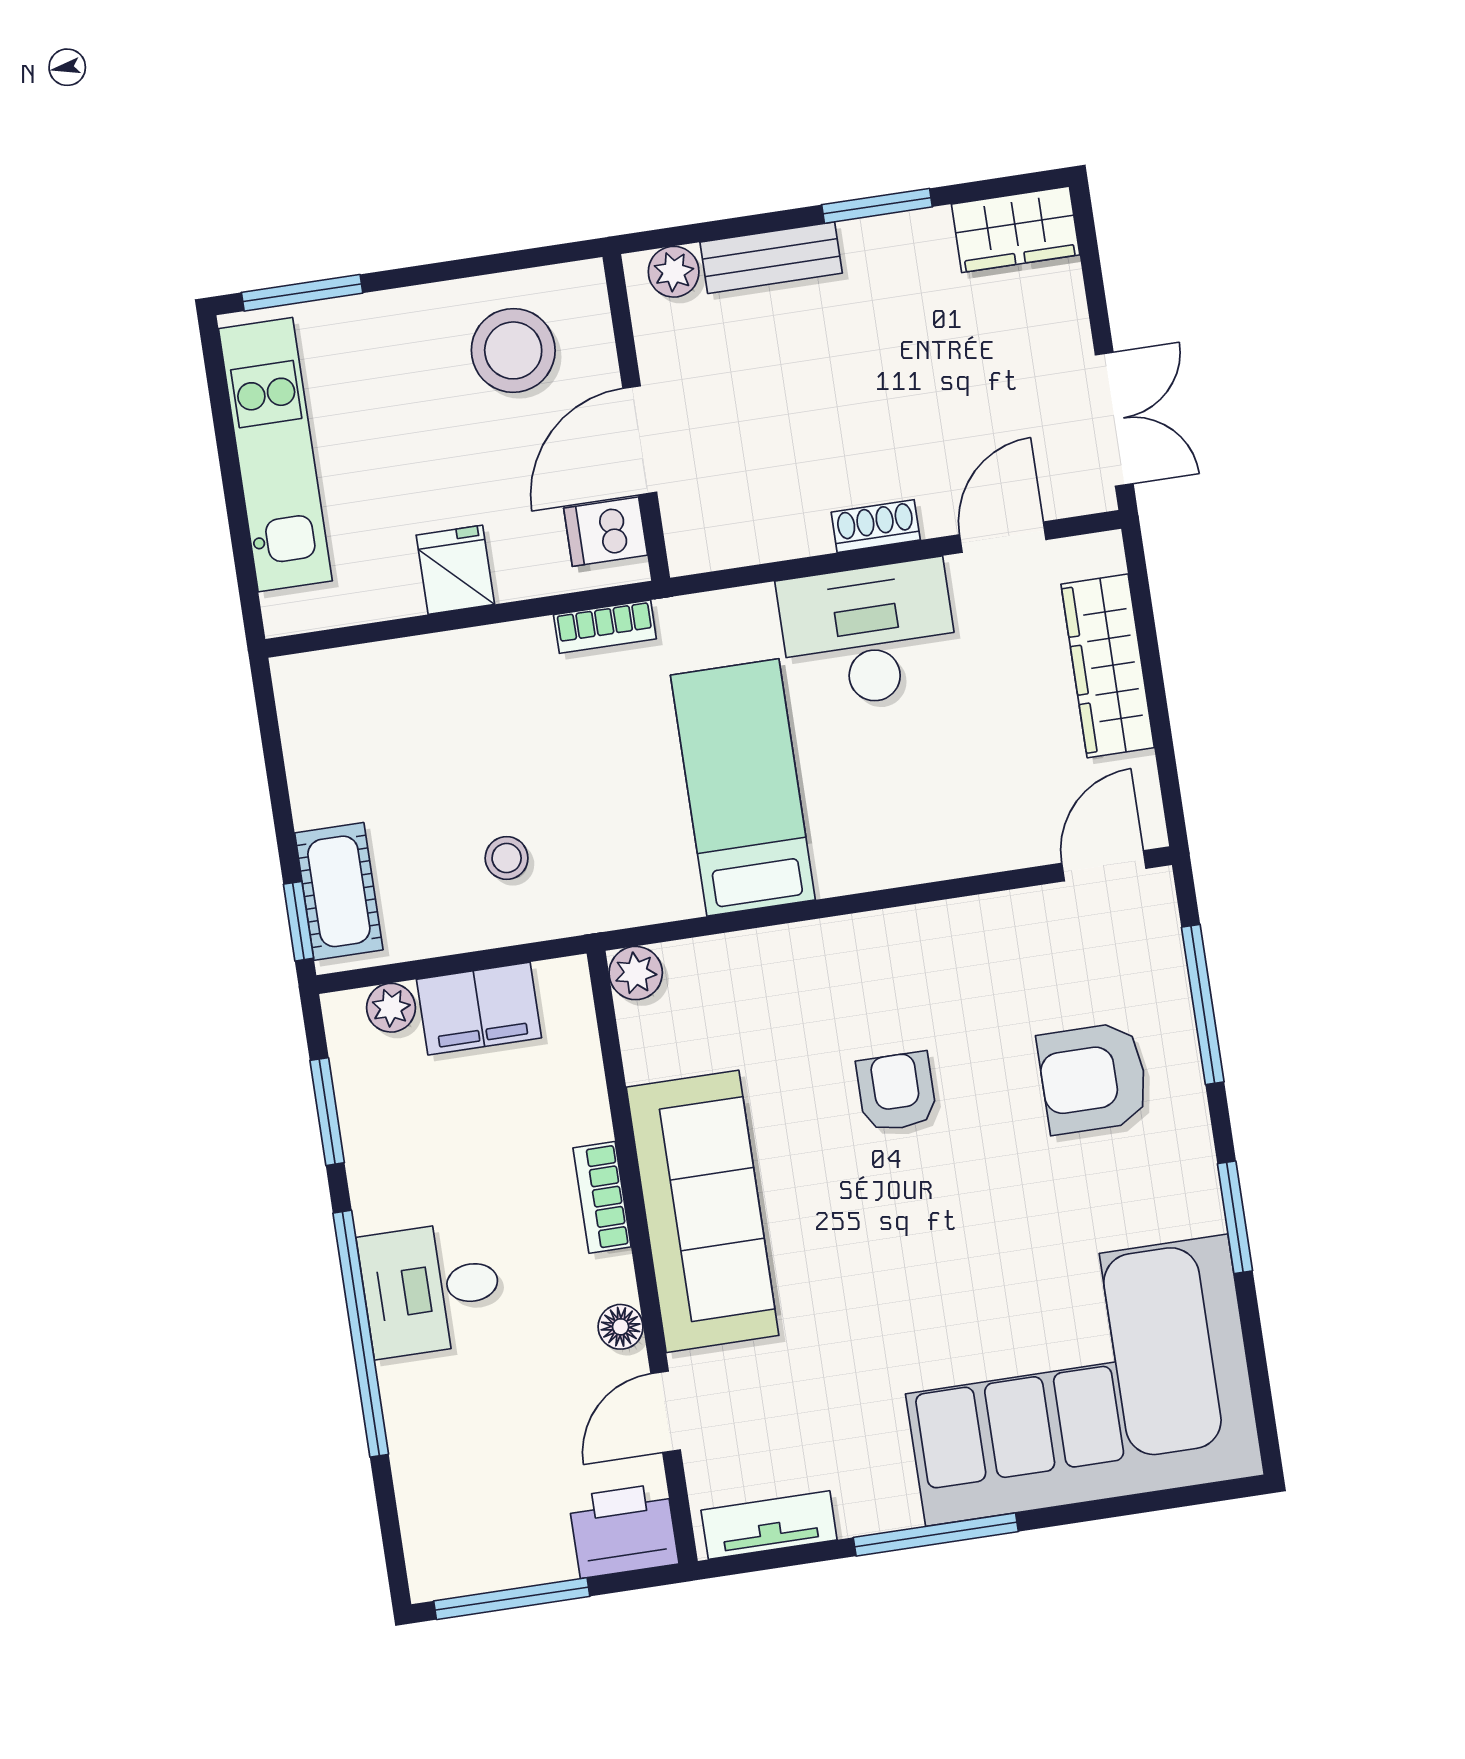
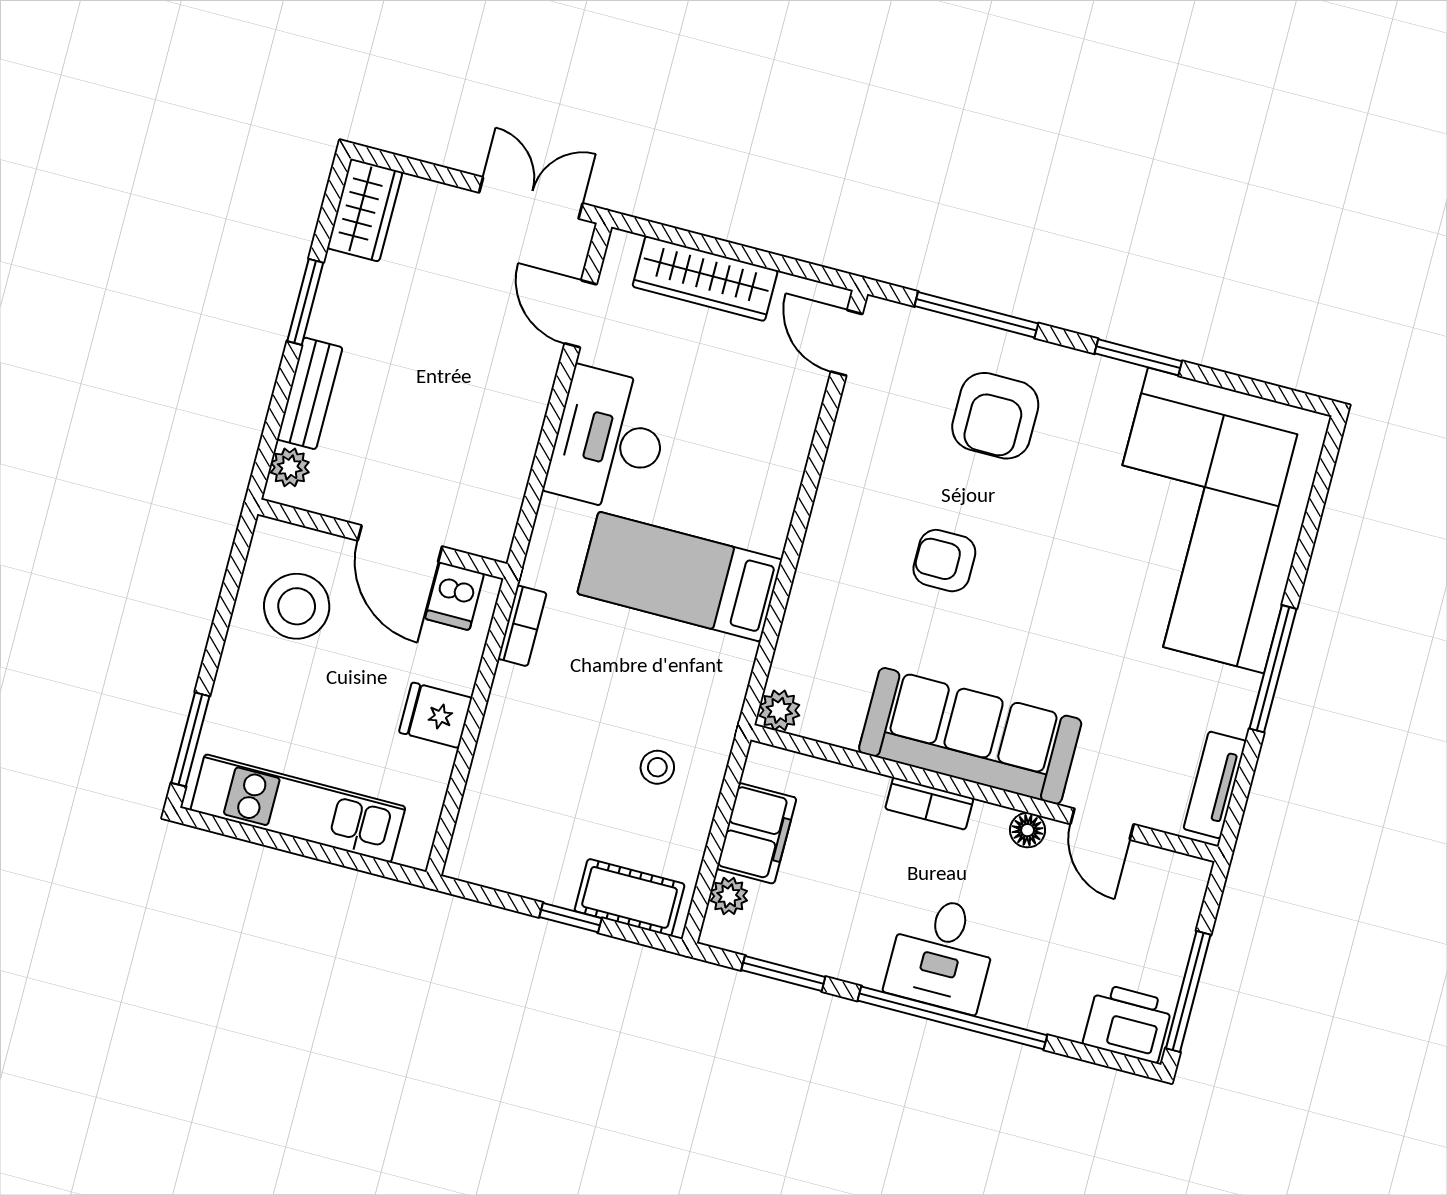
shoe rack: (876, 526) -> (534, 401), removed
window: (298, 921) -> (570, 918), moved
printer: (624, 1530) -> (1128, 1023), moved, turned 90

